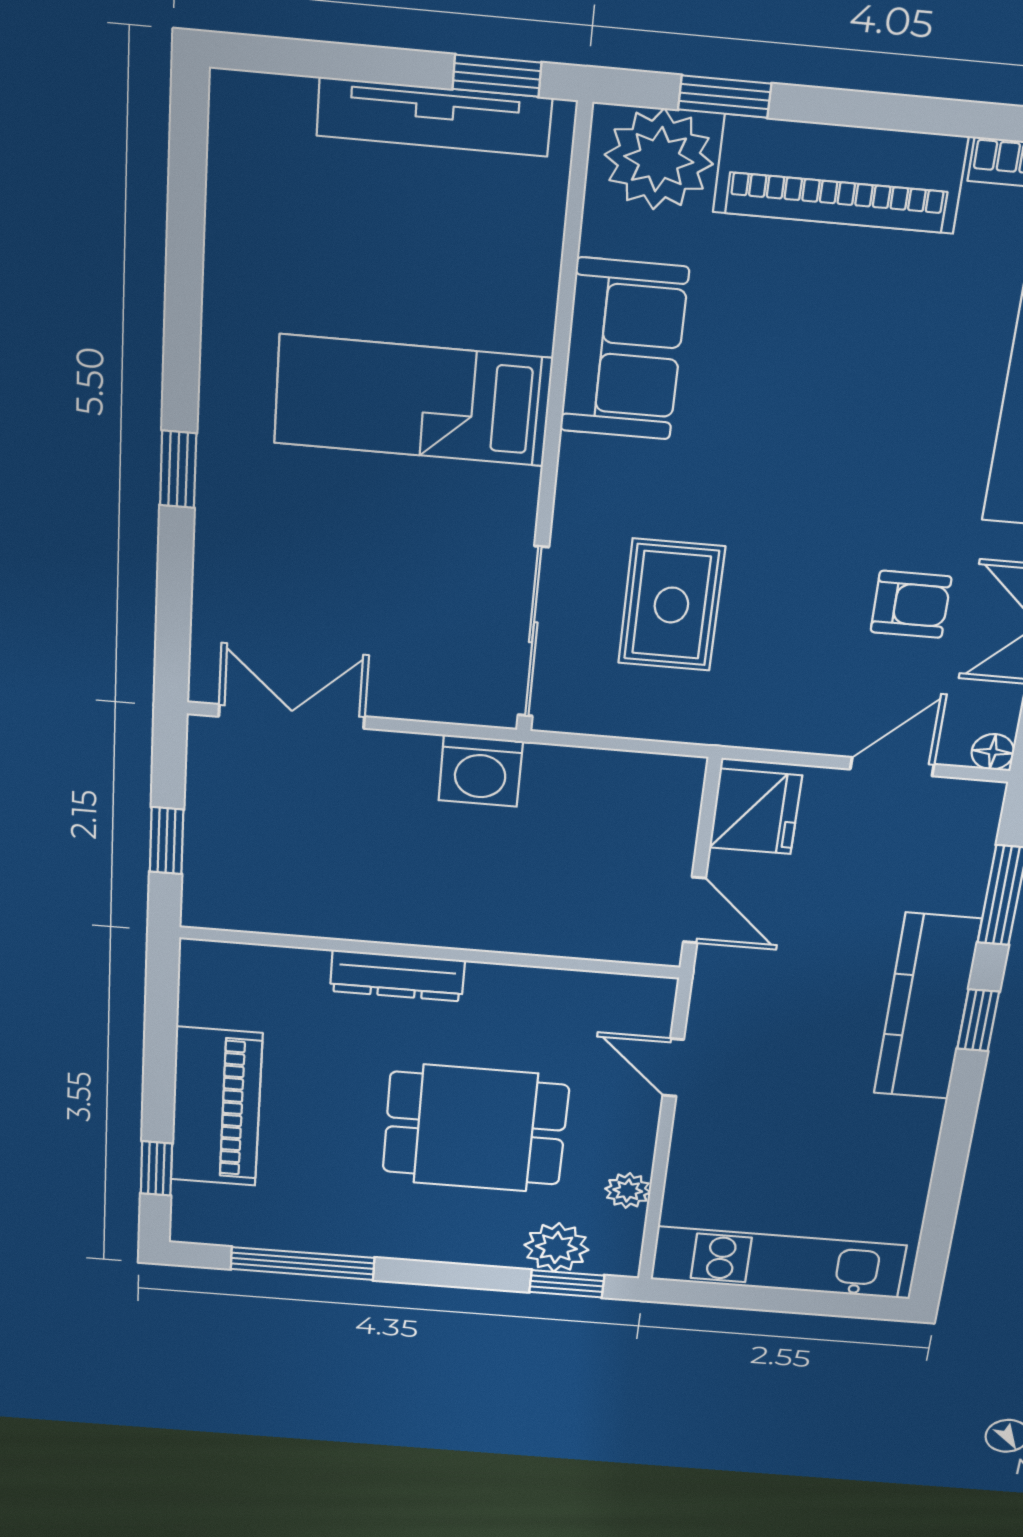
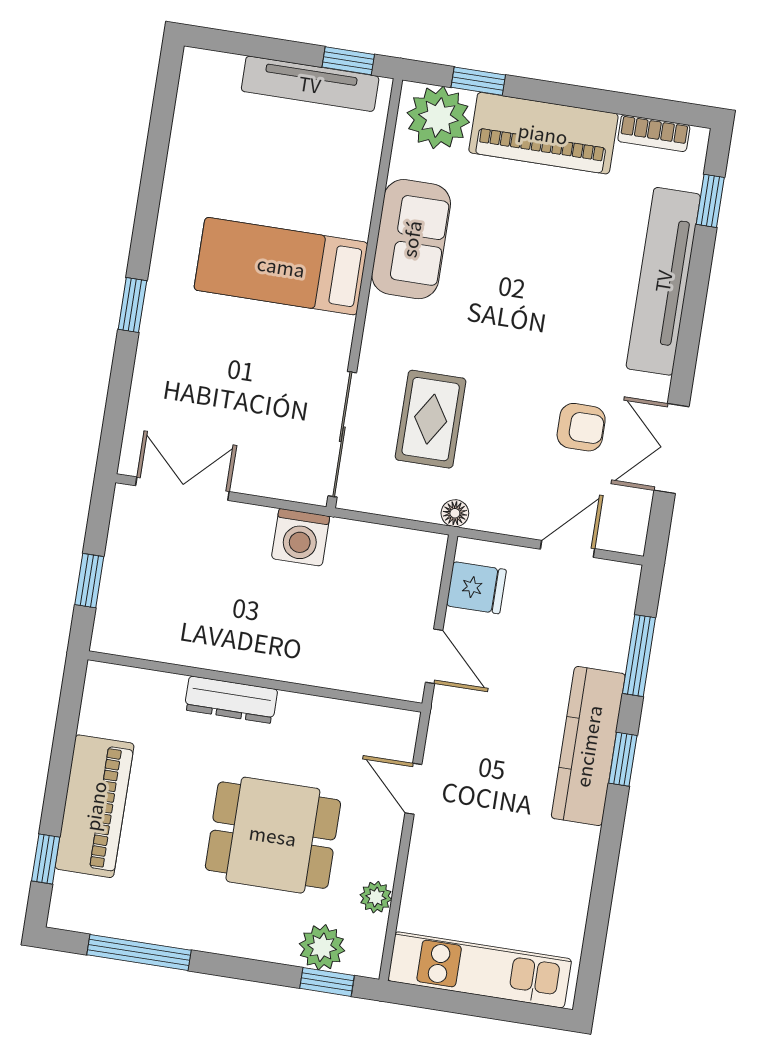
floor lamp: (993, 752) -> (455, 513), moved
fridge: (756, 812) -> (476, 588), width x0.72

